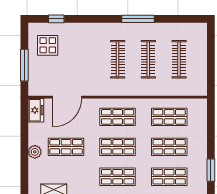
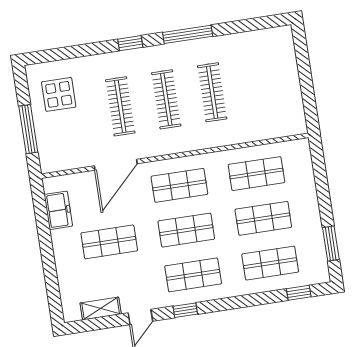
window: (56, 19) -> (130, 43), moved
clothes rail: (179, 59) -> (120, 106), moved
door: (67, 97) -> (116, 165), moved
freezer: (36, 110) -> (58, 210), moved
plant: (35, 152) -> (64, 256), removed

